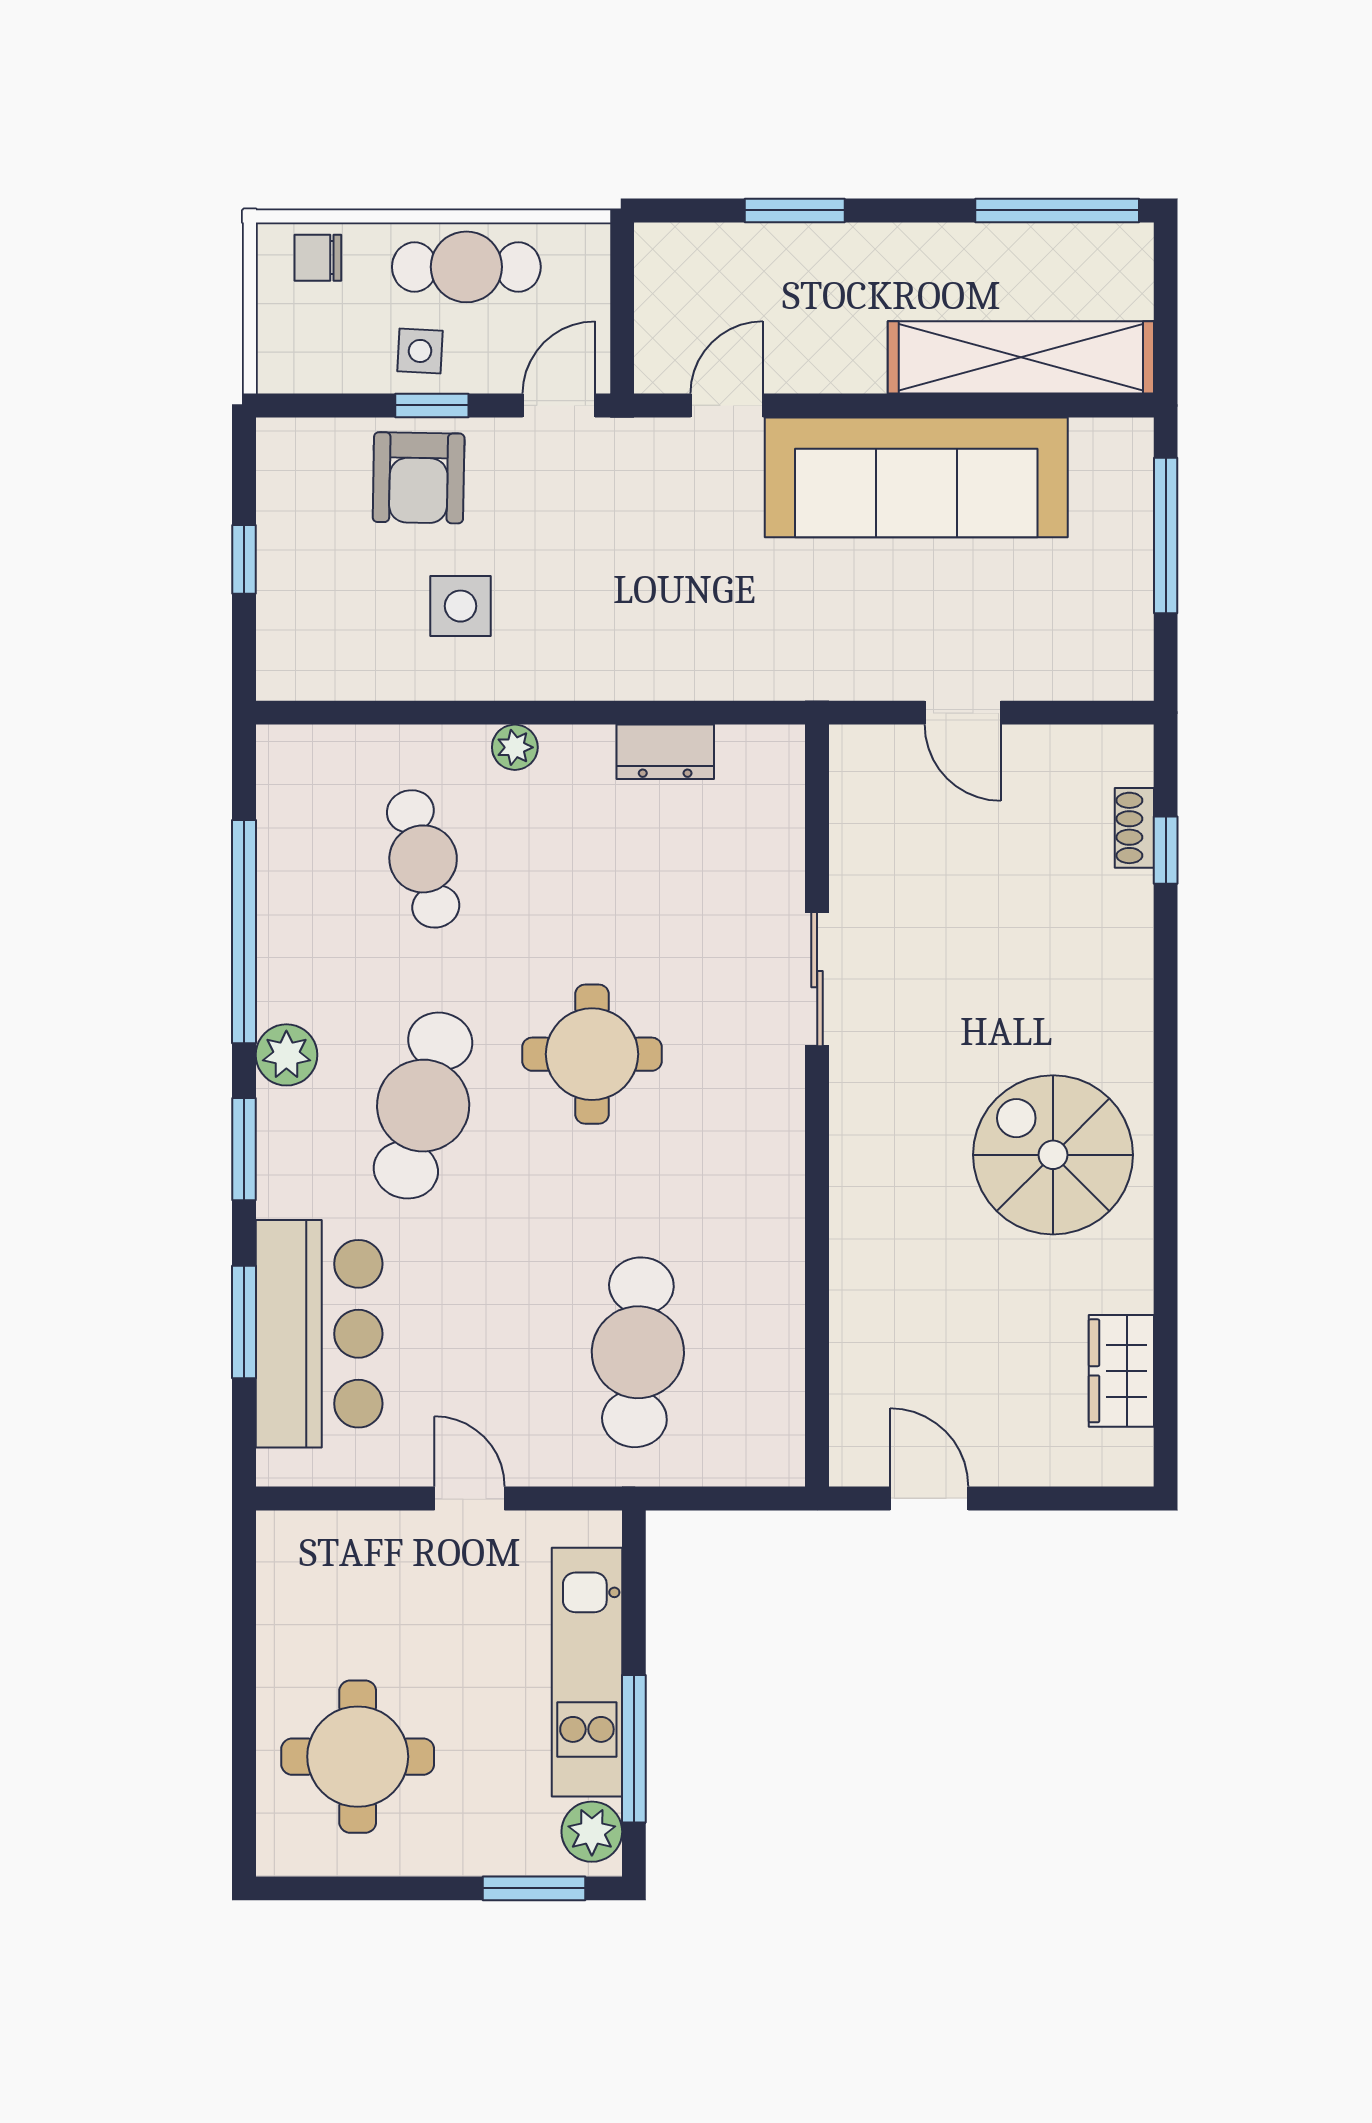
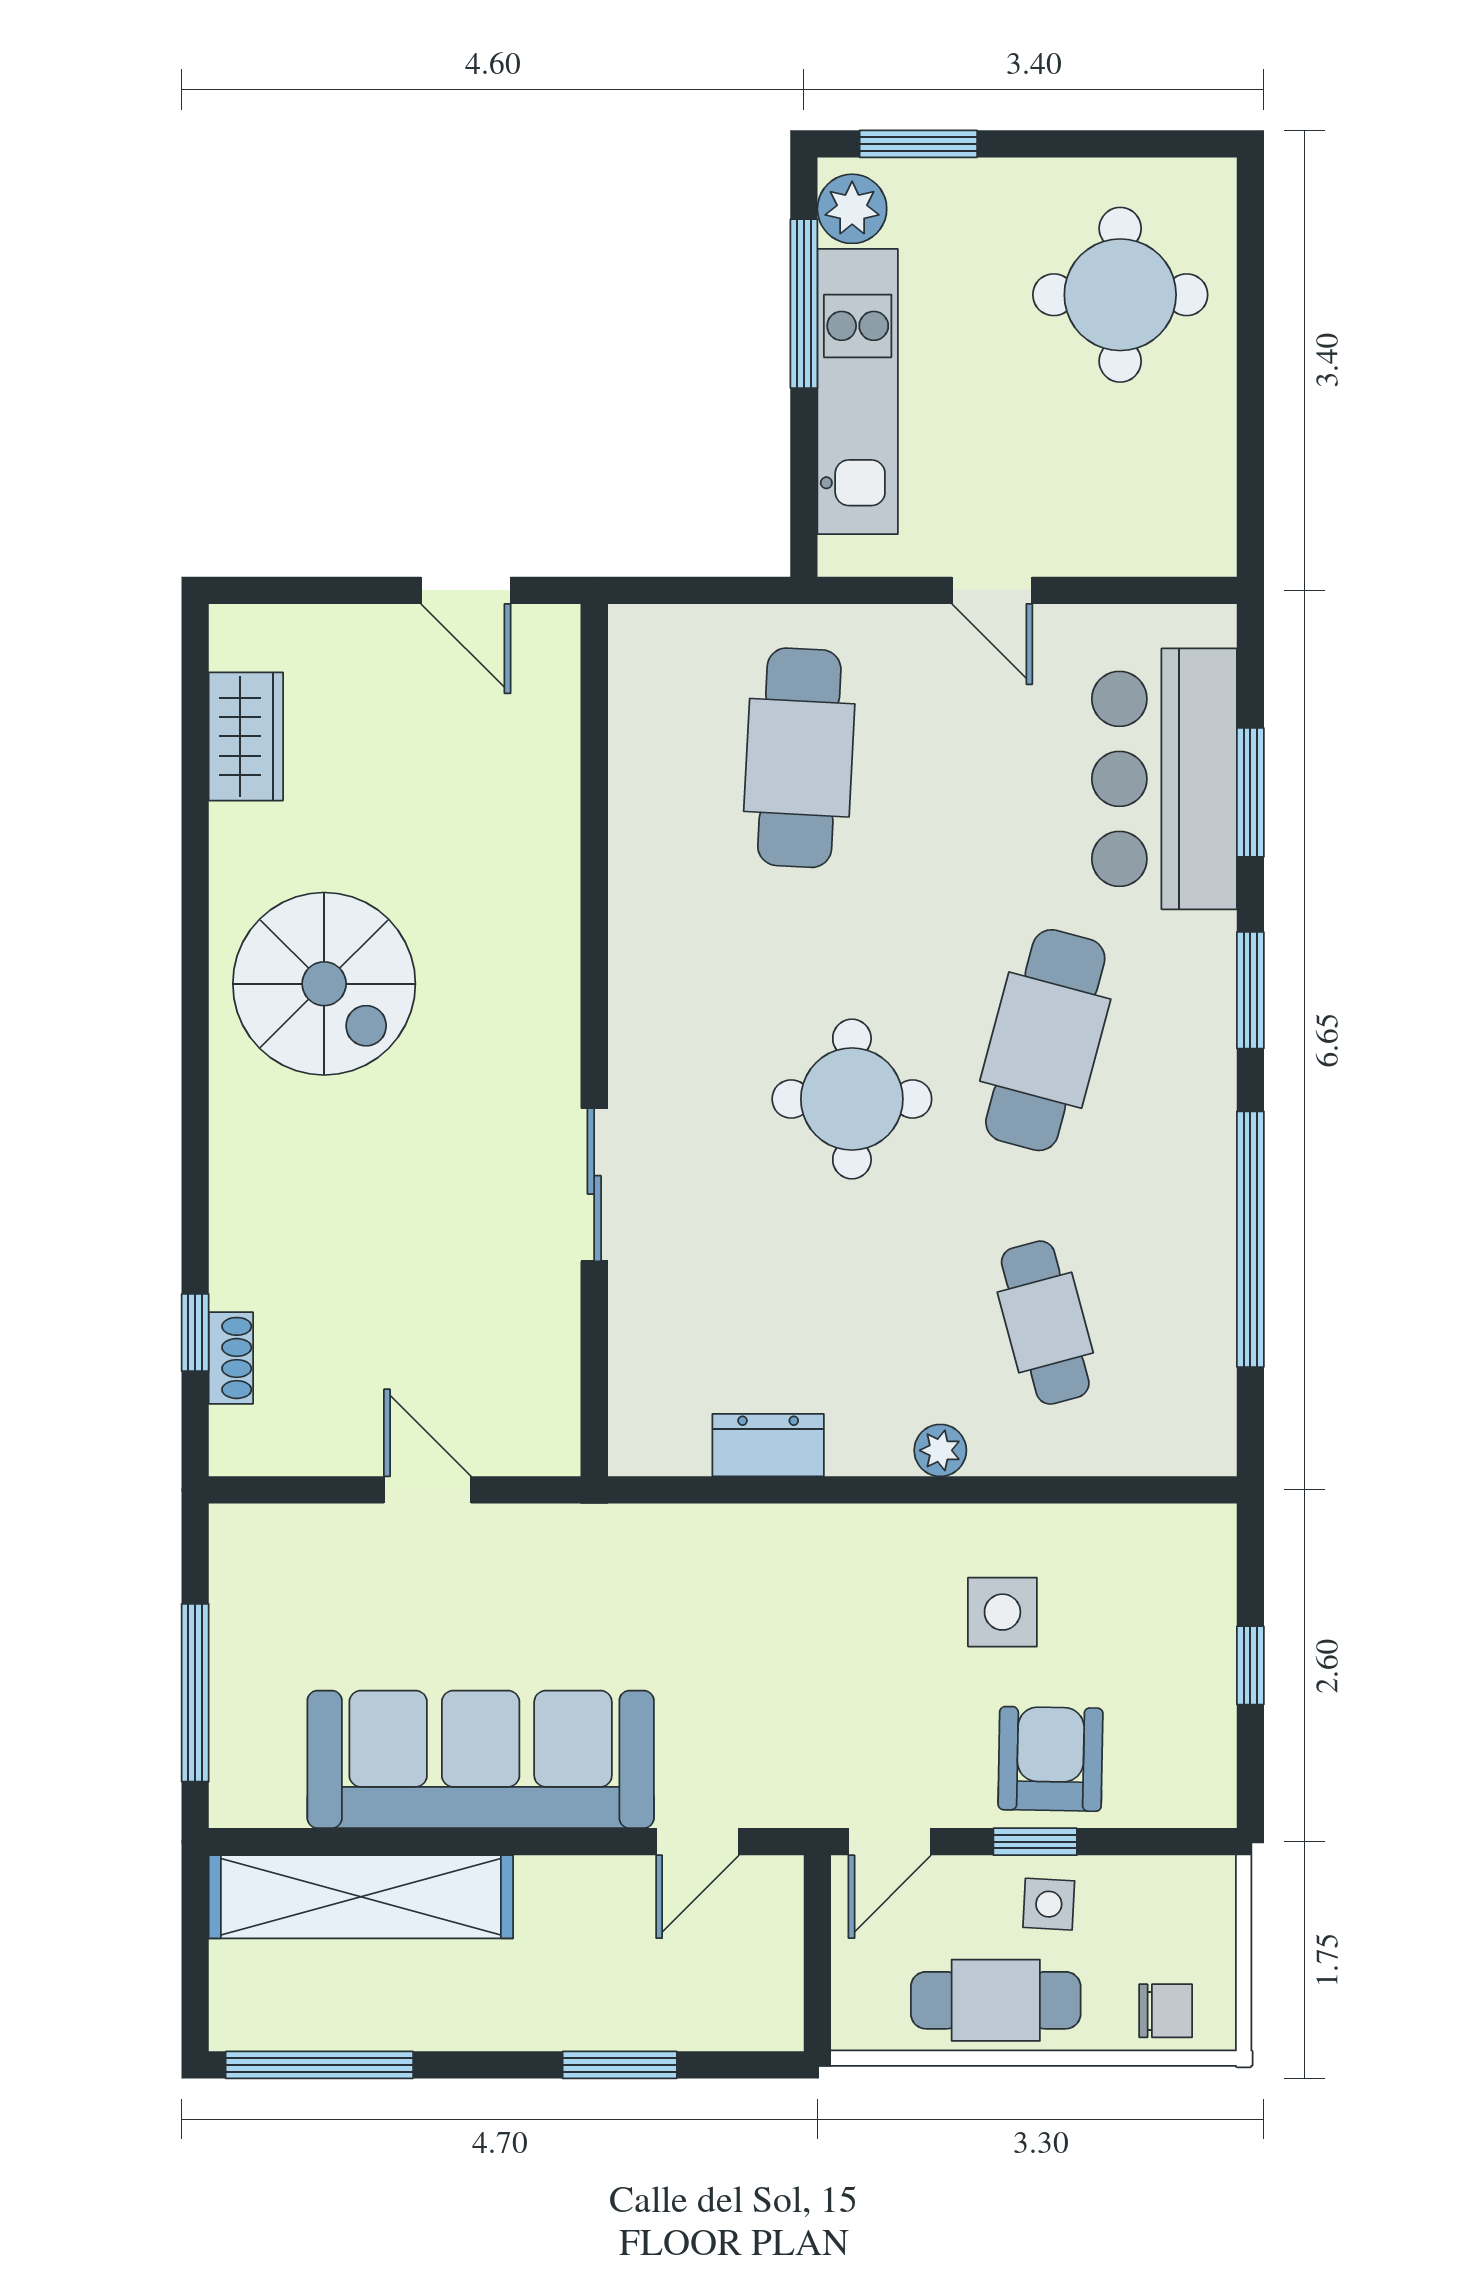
plant: (286, 1055) -> (1202, 1098), removed

